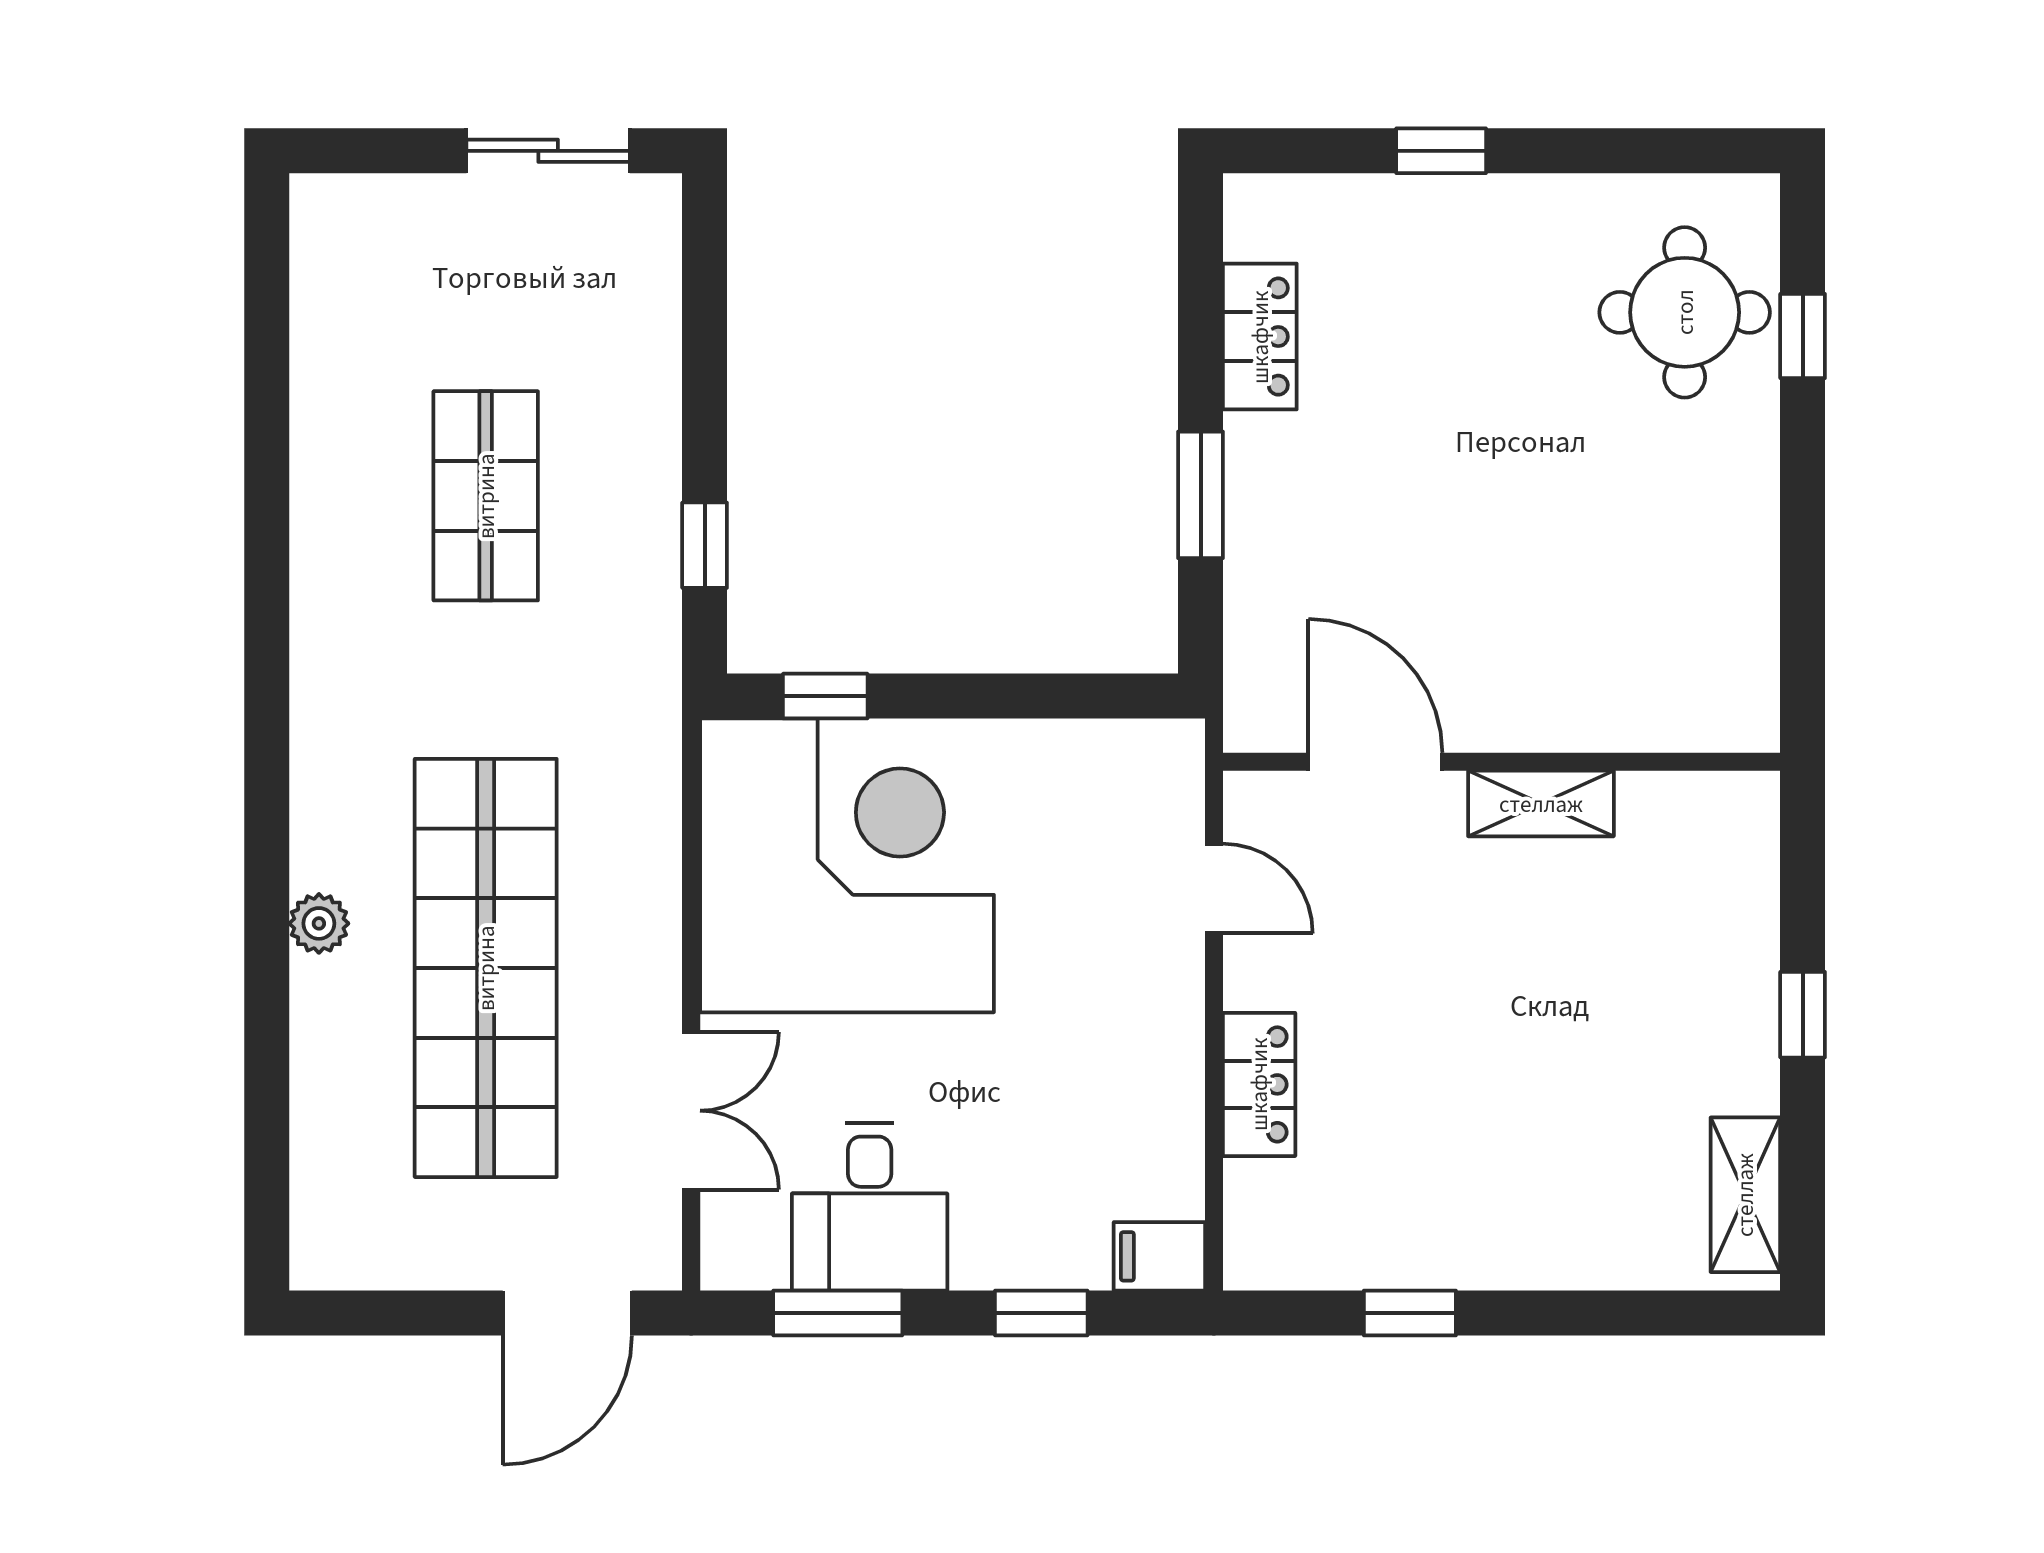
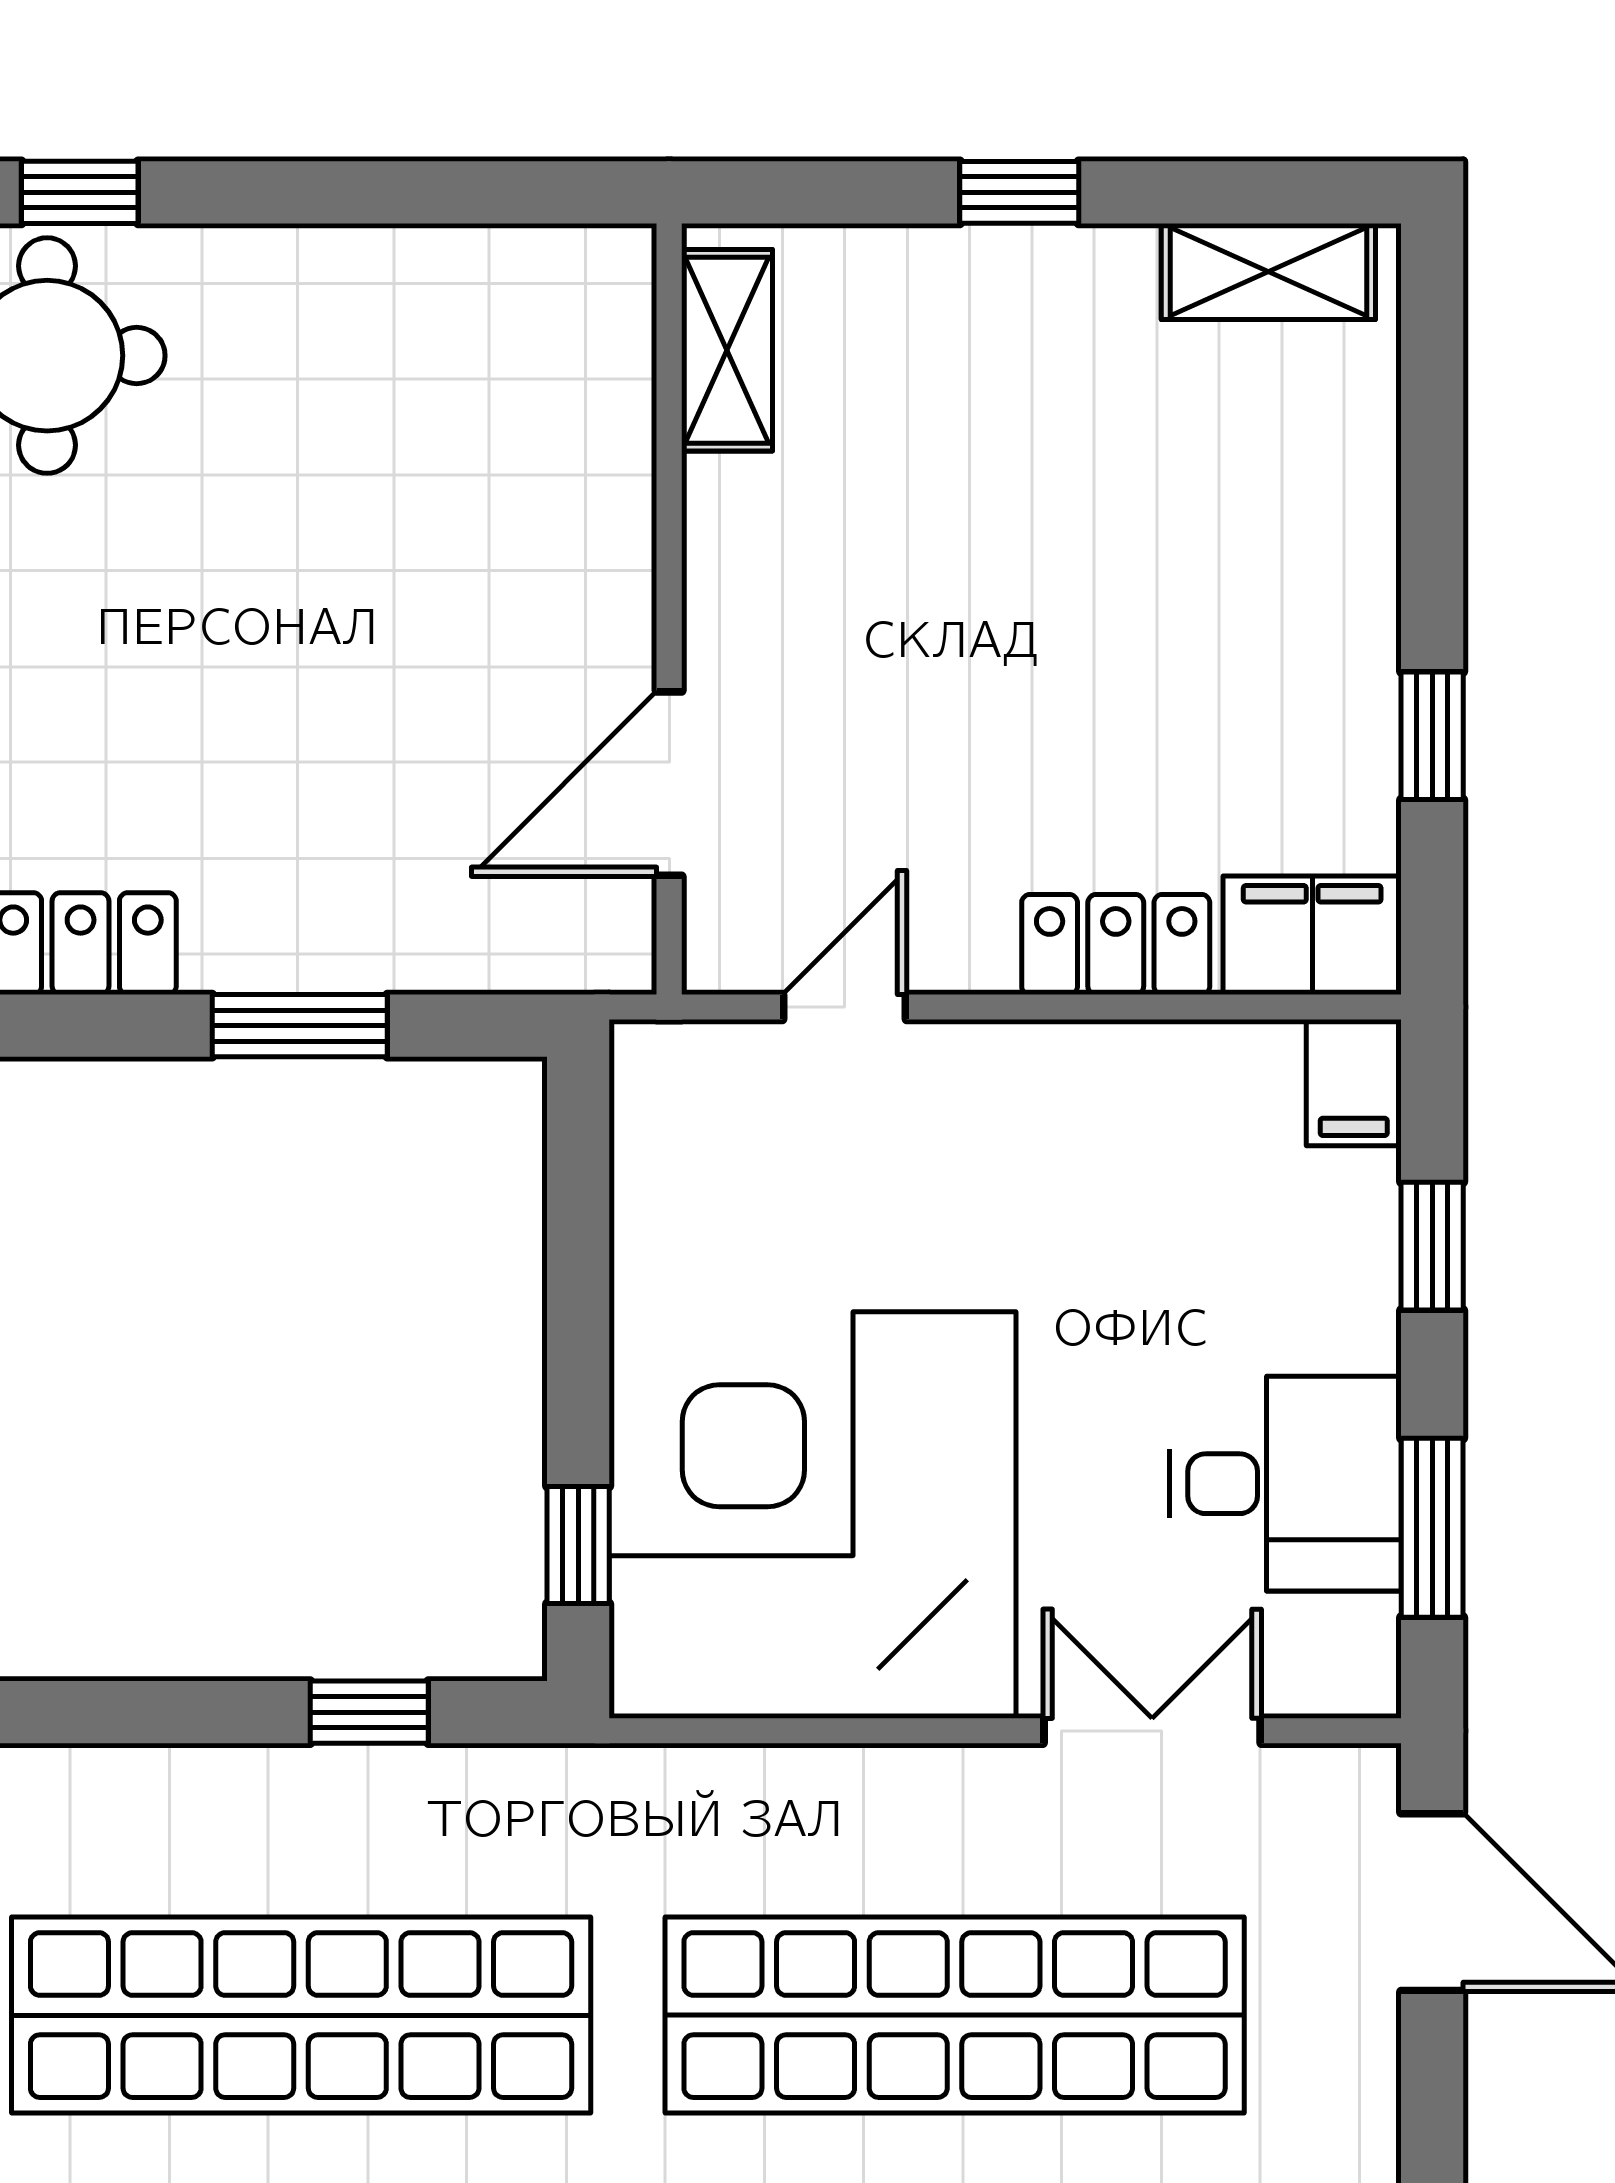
shop shelf: (486, 496) -> (301, 2015), width x2.00, depth x1.36
shelving: (1541, 804) -> (727, 350), moved
filing cabinet: (1266, 1226) -> (1312, 935), added

